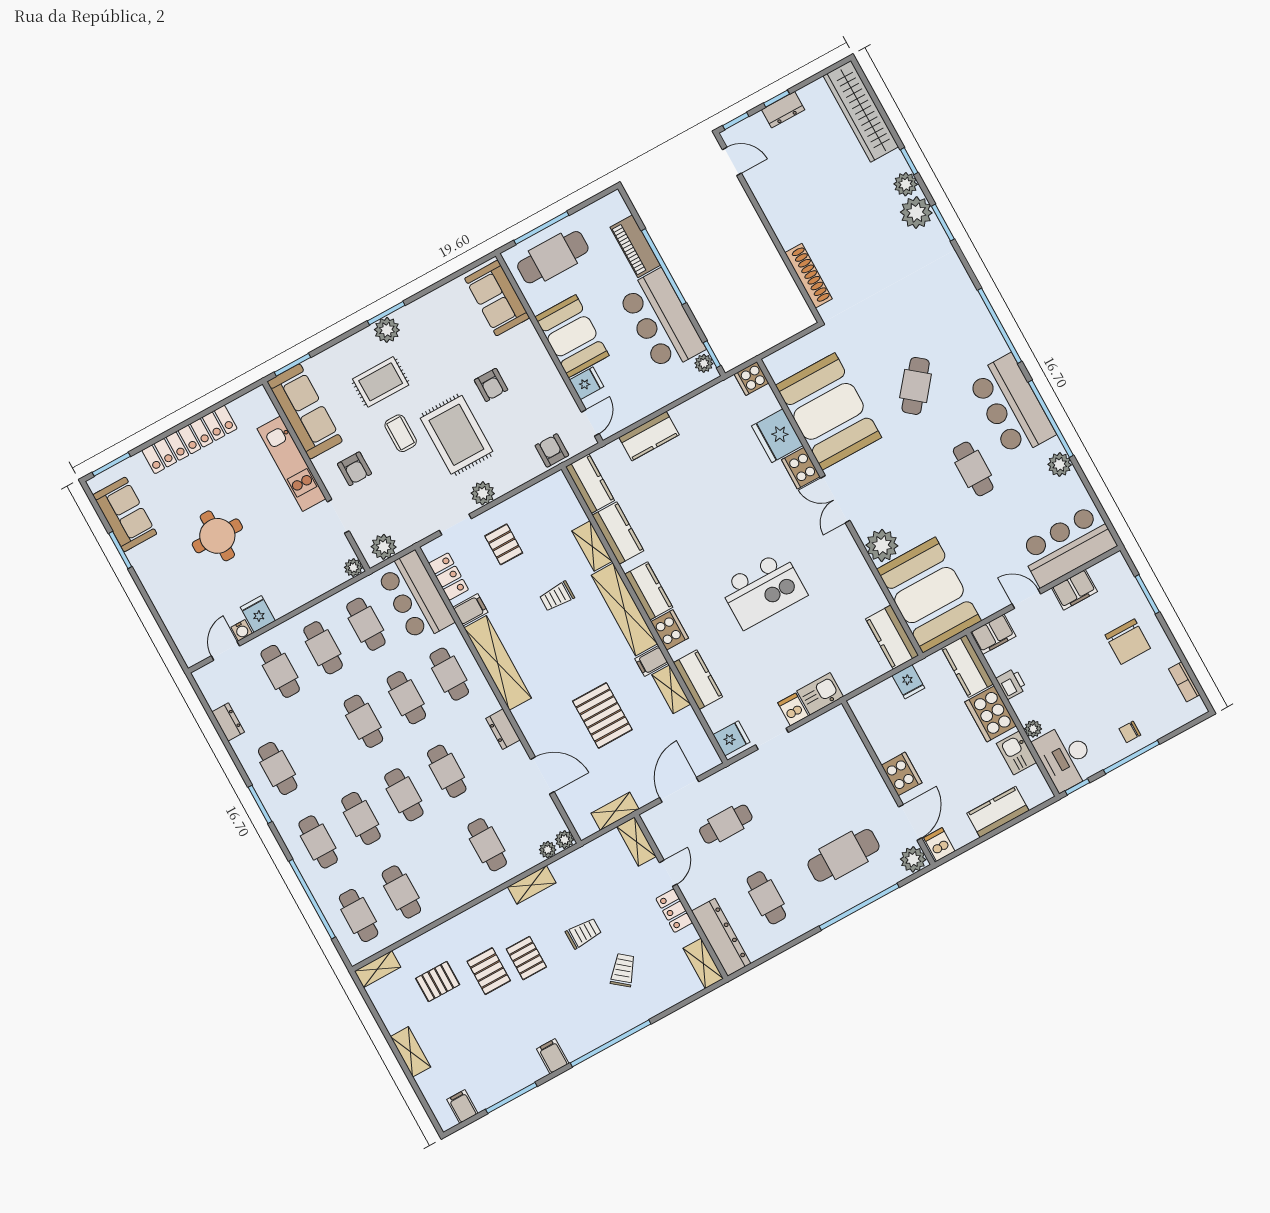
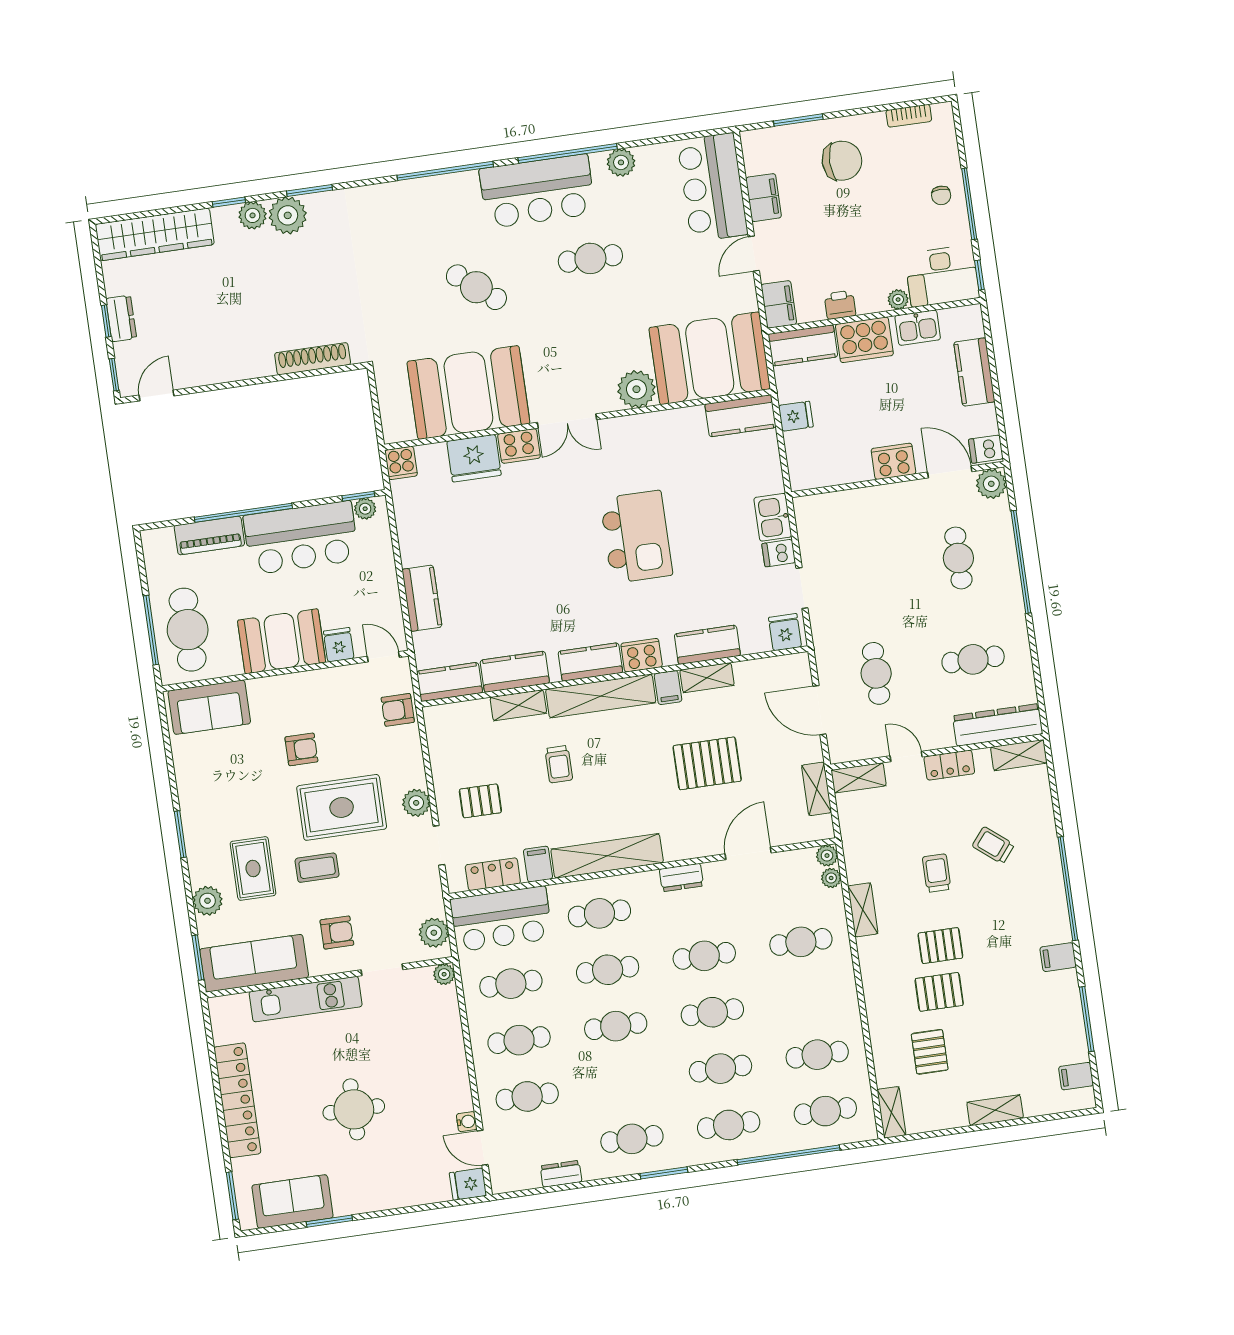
plant: (387, 330) -> (208, 901), moved
fridge: (258, 614) -> (468, 1184), moved
cafe table: (843, 855) -> (958, 558), width x0.73, depth x0.74

